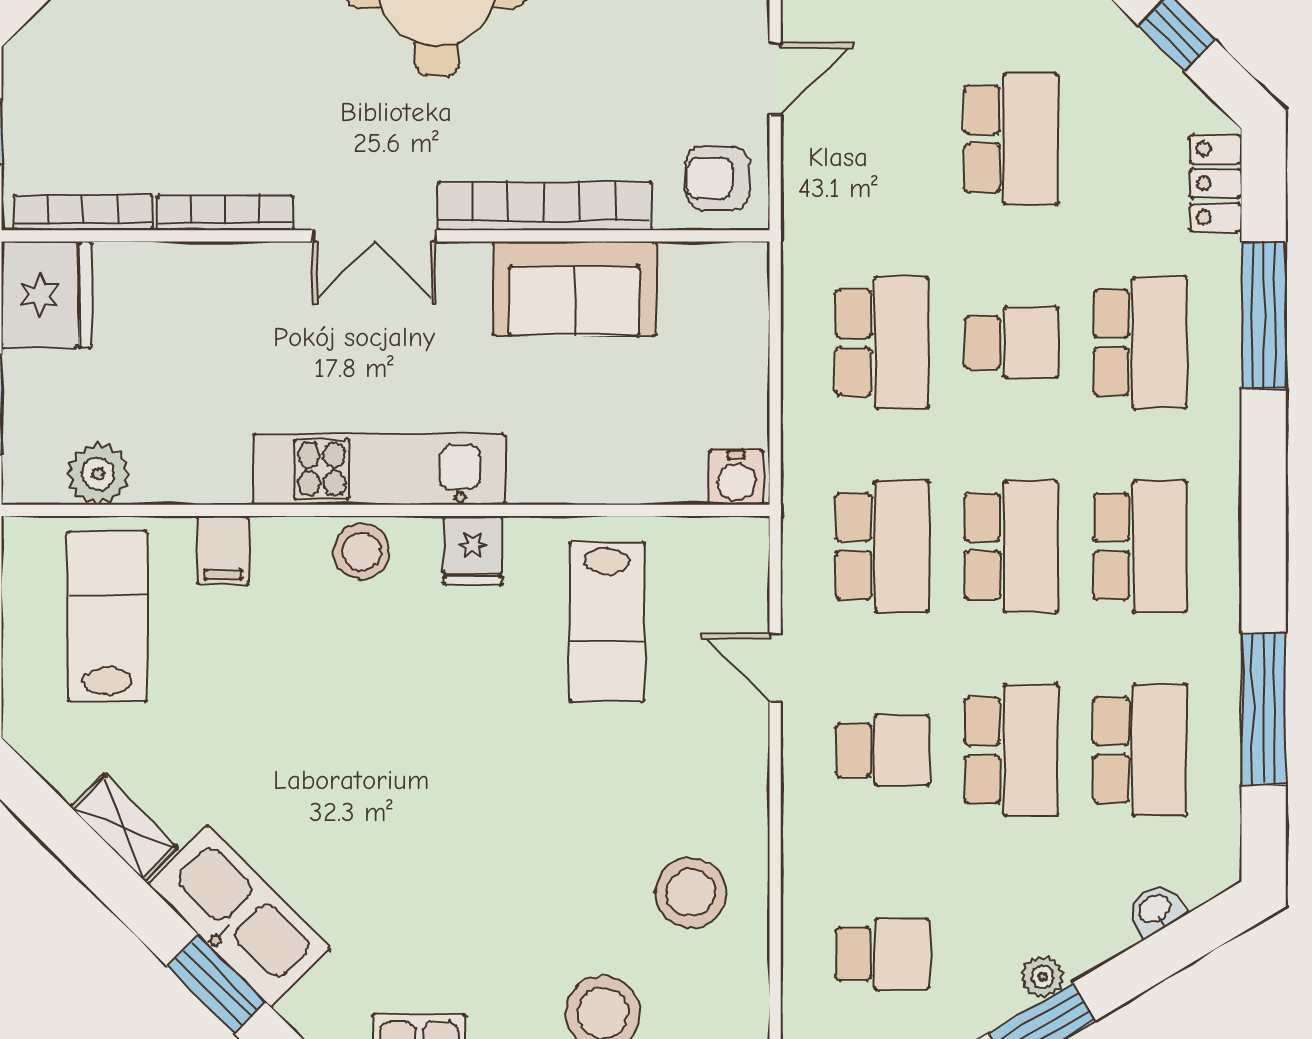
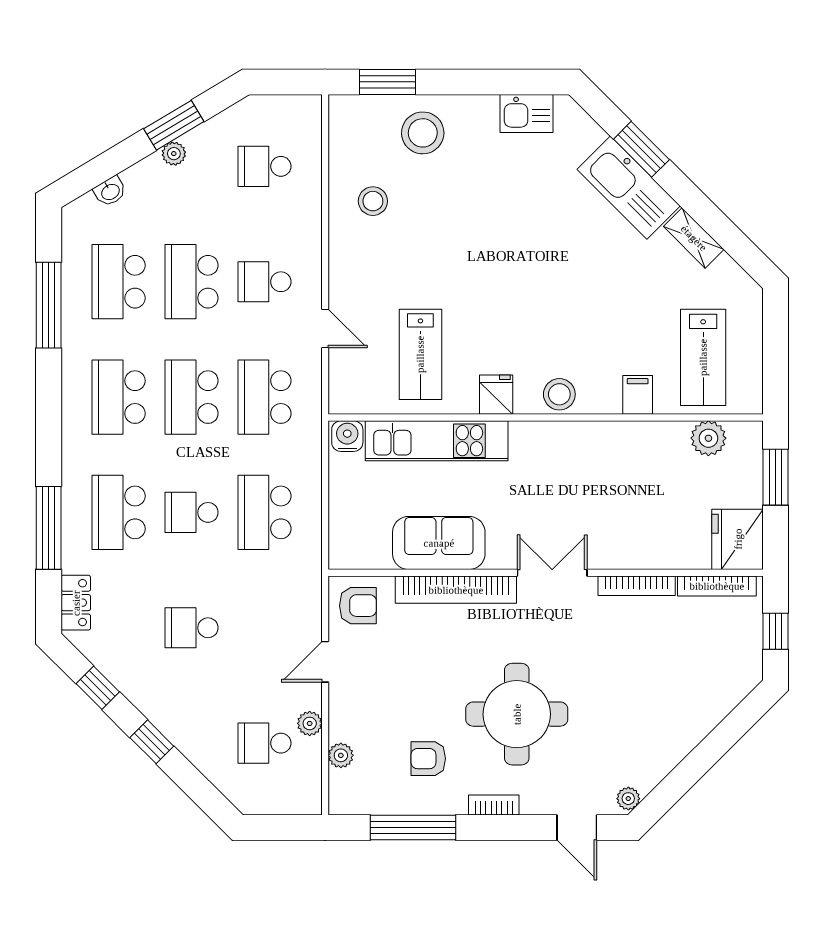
school desk: (1011, 139) -> (192, 628), width x0.54
kitchen unit: (379, 469) -> (437, 441), moved
lab bench: (607, 622) -> (420, 354), turned 180
stool: (691, 893) -> (373, 201), width x0.73, depth x0.73

